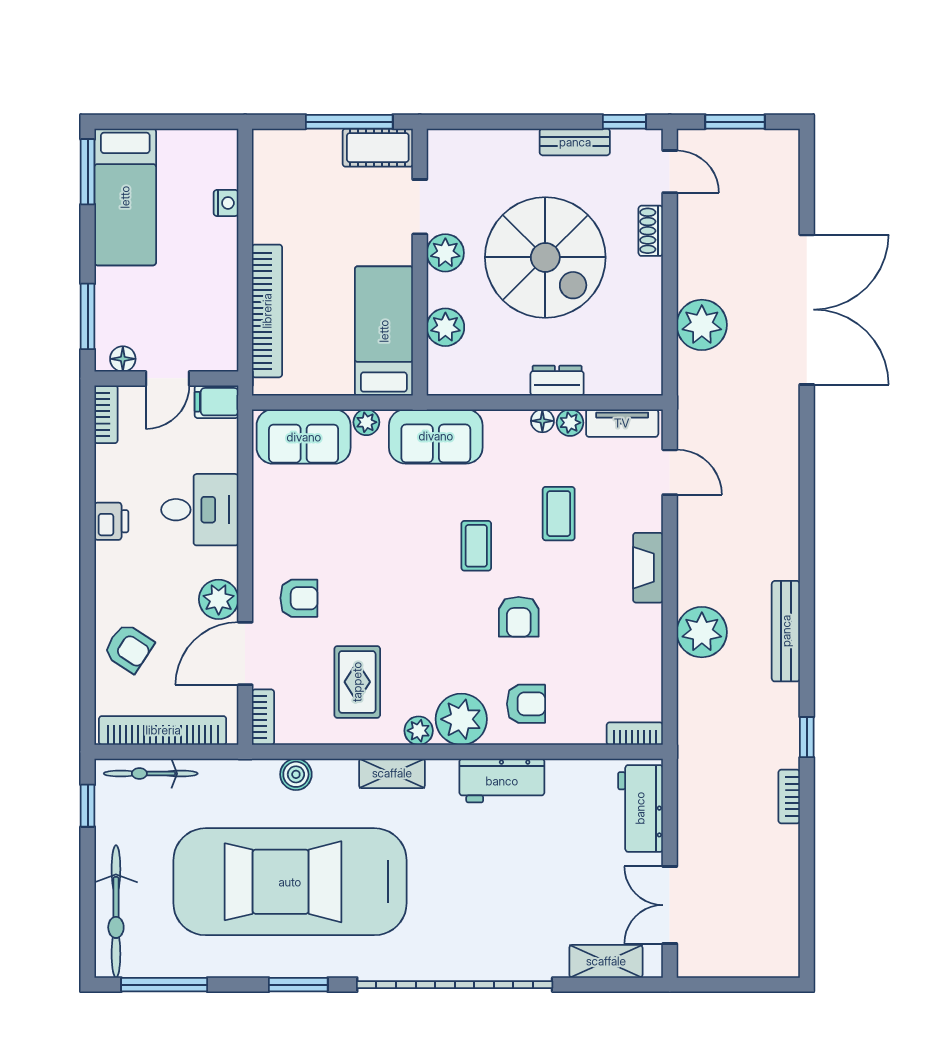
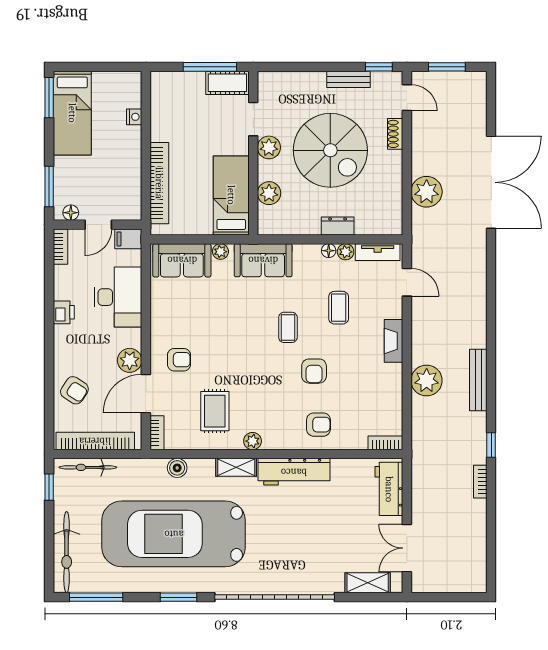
desk: (200, 510) -> (118, 297), width x1.37
plant: (461, 719) -> (279, 434), removed
workbench: (502, 781) -> (294, 472), width x1.38

